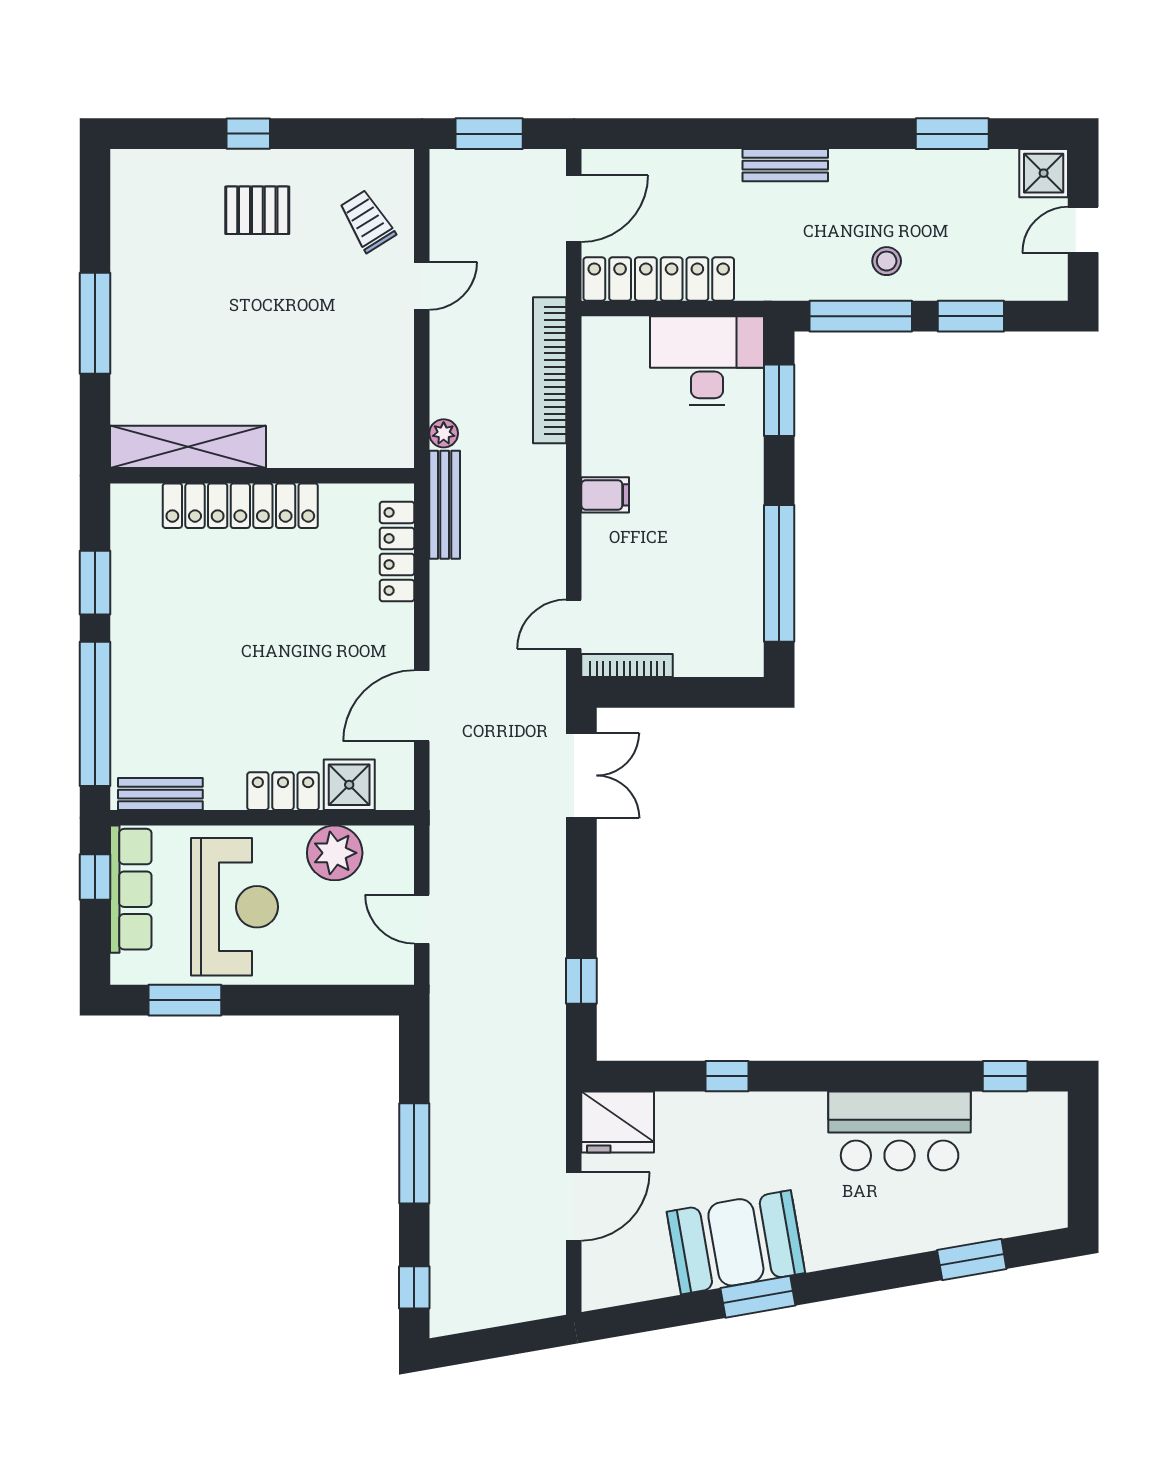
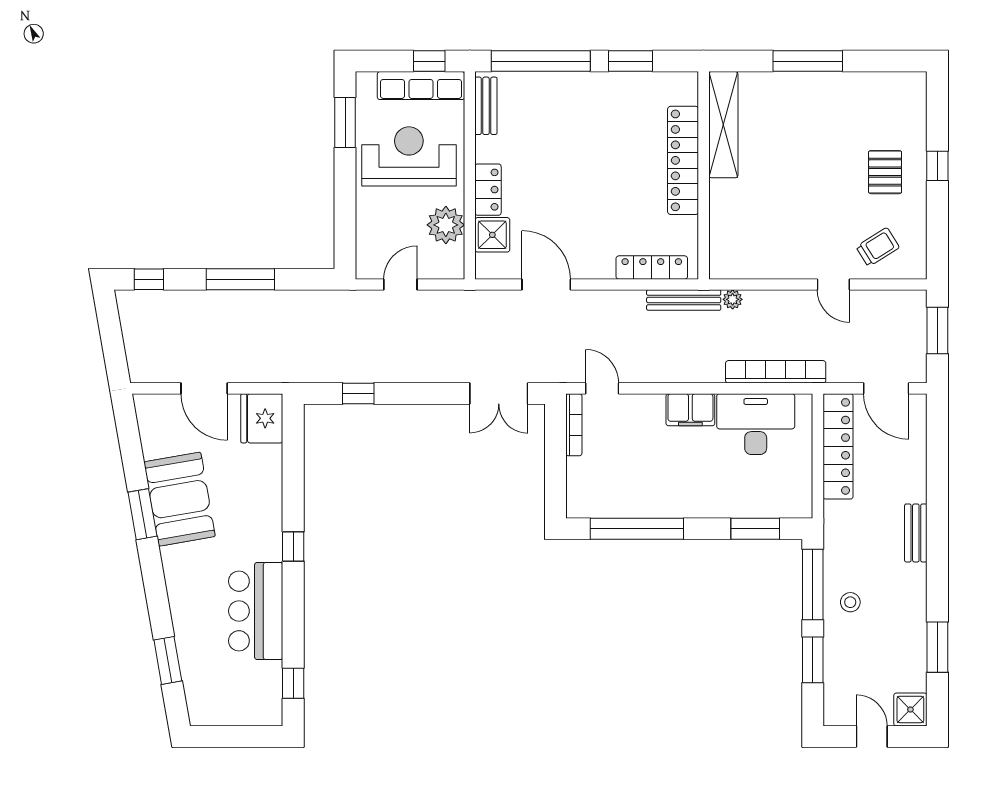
desk: (707, 361) -> (756, 424), moved, turned -90
filing cabinet: (605, 495) -> (690, 410), width x2.00
reception desk: (234, 907) -> (409, 156), turned 180
window: (727, 1076) -> (293, 547), moved

